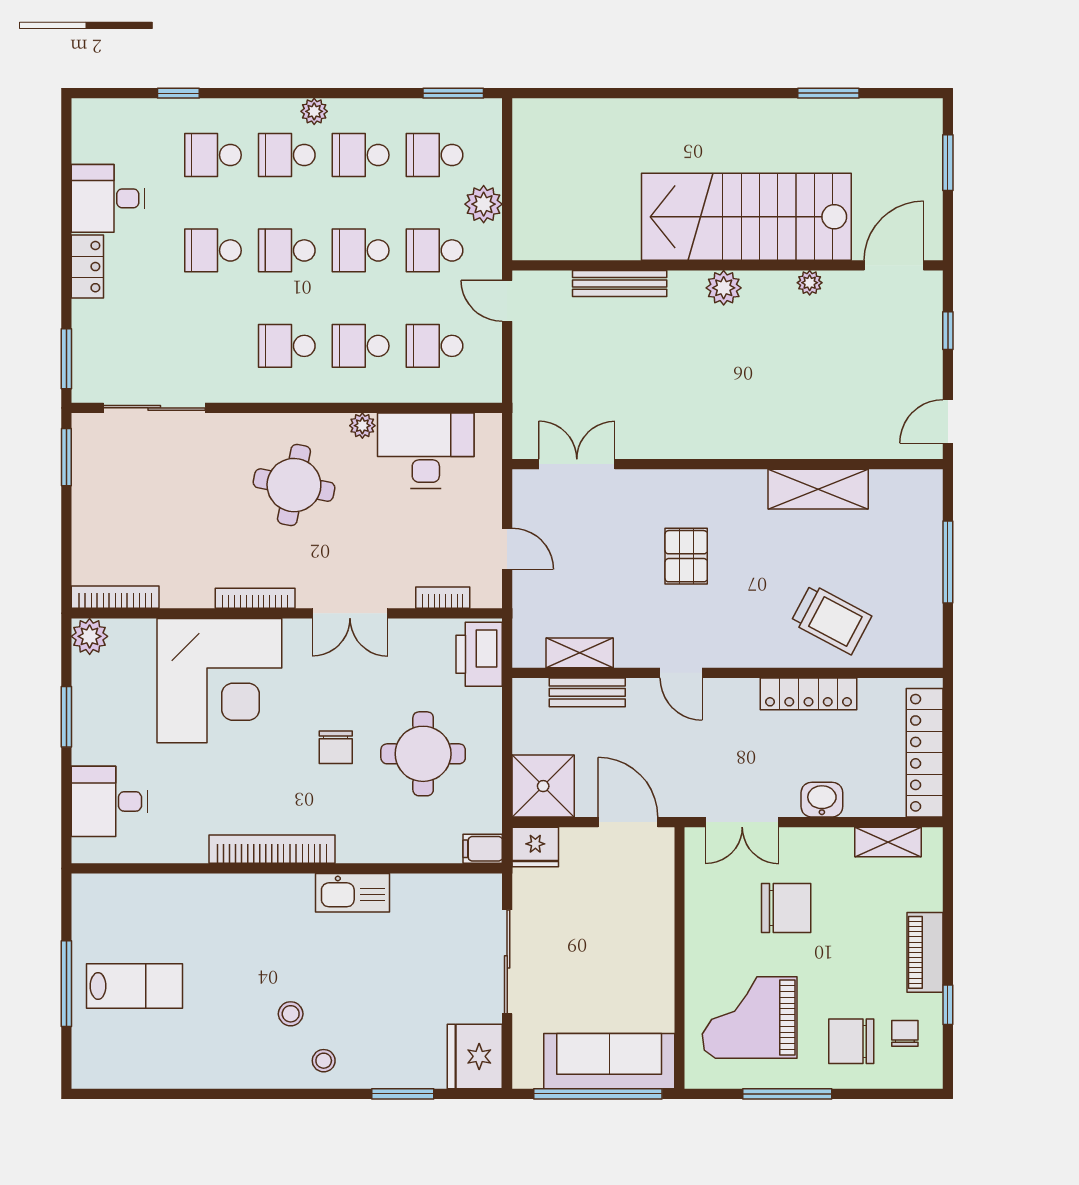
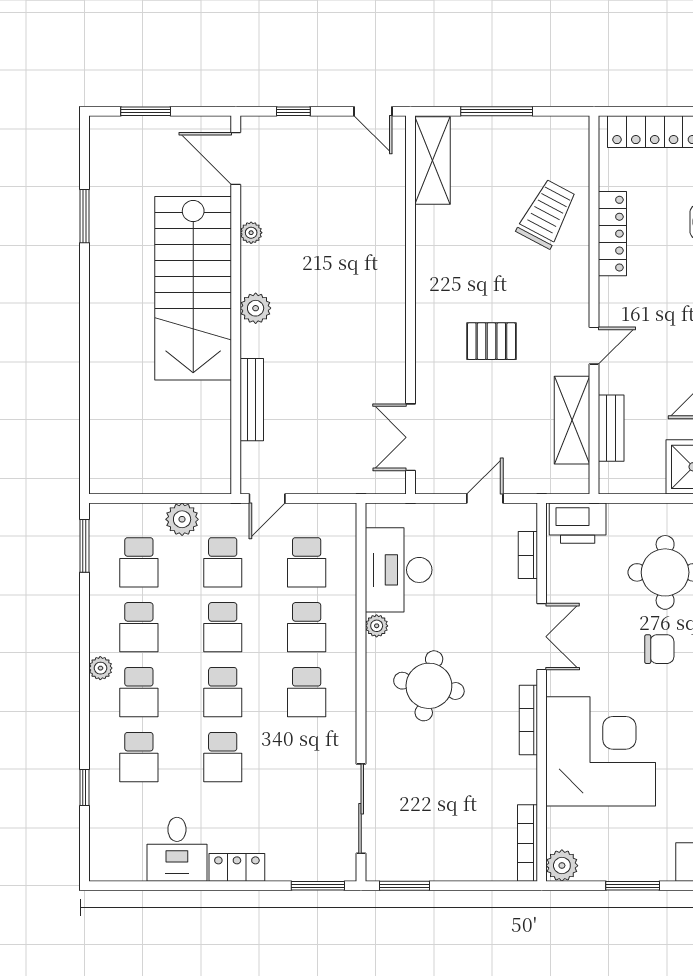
shelving: (818, 489) -> (432, 160), moved
shelving: (580, 653) -> (572, 420), width x1.50, depth x1.33

